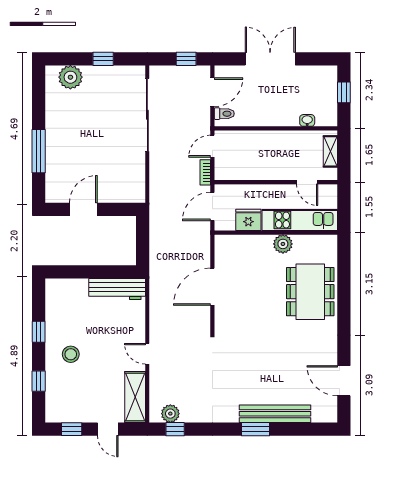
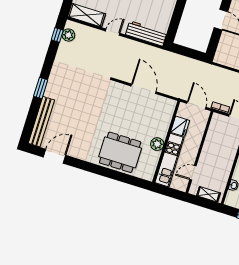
workbench: (117, 289) -> (146, 34), moved, turned 90
bench: (275, 414) -> (41, 122), moved

